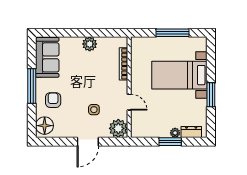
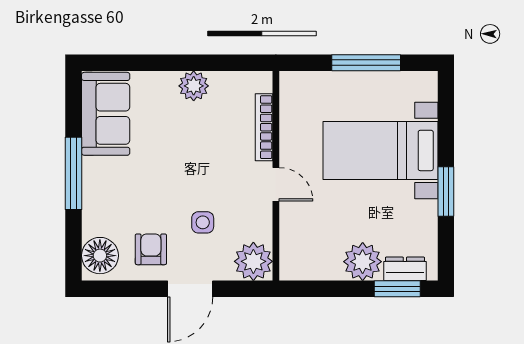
armchair: (53, 100) -> (151, 249), moved
door: (129, 102) -> (276, 184), moved
plant: (175, 133) -> (363, 262), width x1.88, depth x1.88
window: (170, 142) -> (397, 289), moved

